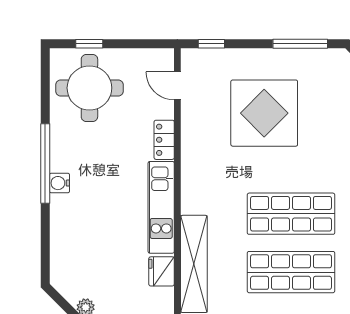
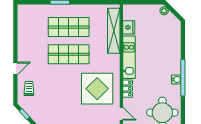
display table: (264, 113) -> (97, 89), moved
water cooler: (60, 183) -> (176, 80), moved

